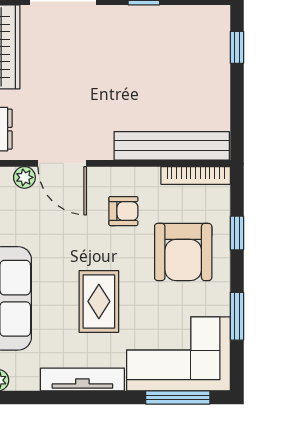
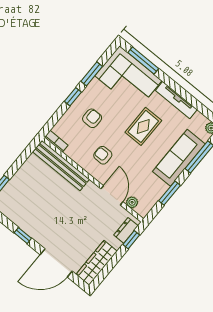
bookcase: (196, 175) -> (56, 141), width x0.64
window: (237, 233) -> (73, 97), moved
armchair: (183, 252) -> (92, 118), width x0.53, depth x0.53

